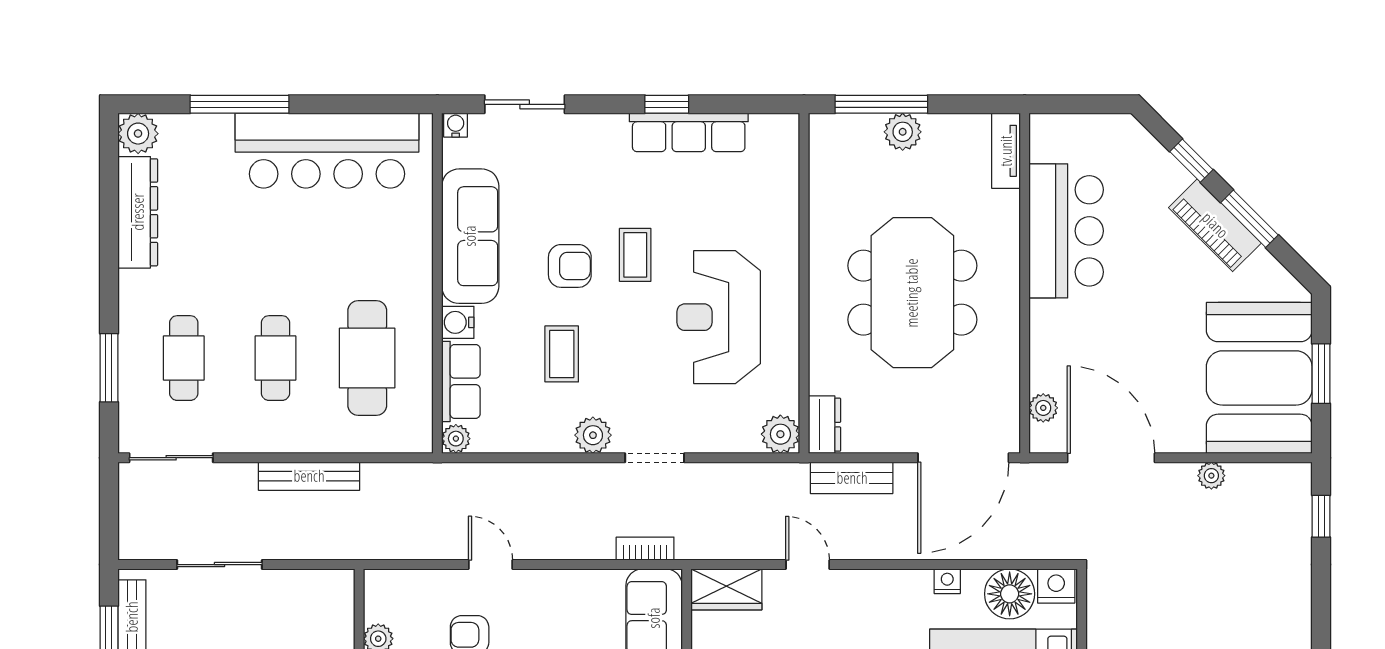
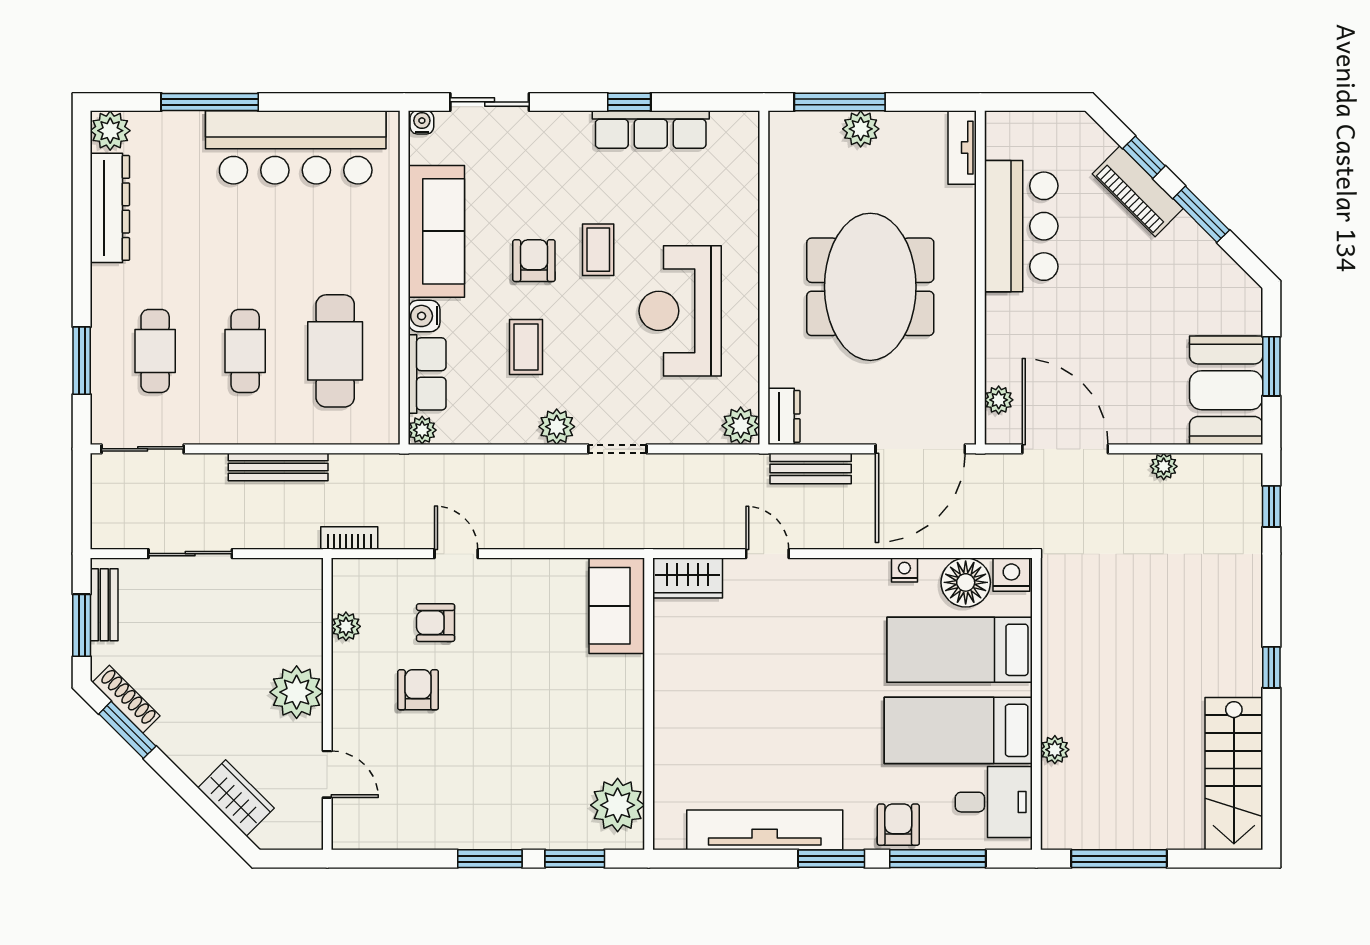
piano: (1215, 225) -> (1138, 191), moved
armchair: (570, 266) -> (534, 261), turned -90
booth: (1259, 378) -> (1226, 390), width x0.73, depth x0.70
bookcase: (645, 549) -> (349, 538), moved

